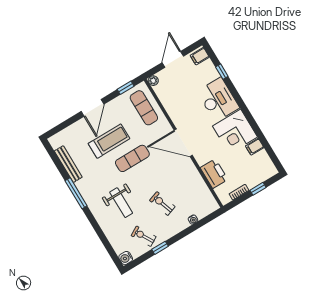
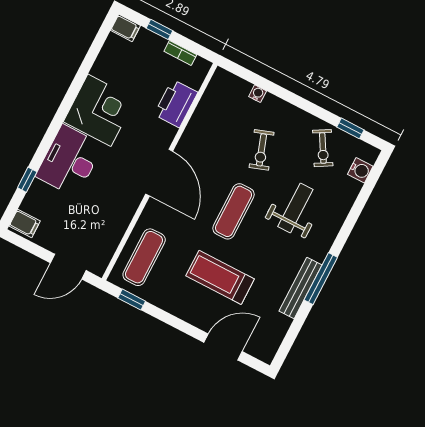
door: (173, 59) -> (68, 267), moved
plant: (153, 81) -> (98, 267), removed
door: (92, 108) -> (223, 347), moved
filing cabinet: (255, 147) -> (125, 28), moved
exercise mat: (132, 158) -> (234, 211), moved, turned 90
bench: (68, 164) -> (300, 288), moved
window: (160, 248) -> (350, 128), moved
water cooler: (126, 258) -> (360, 170), moved

